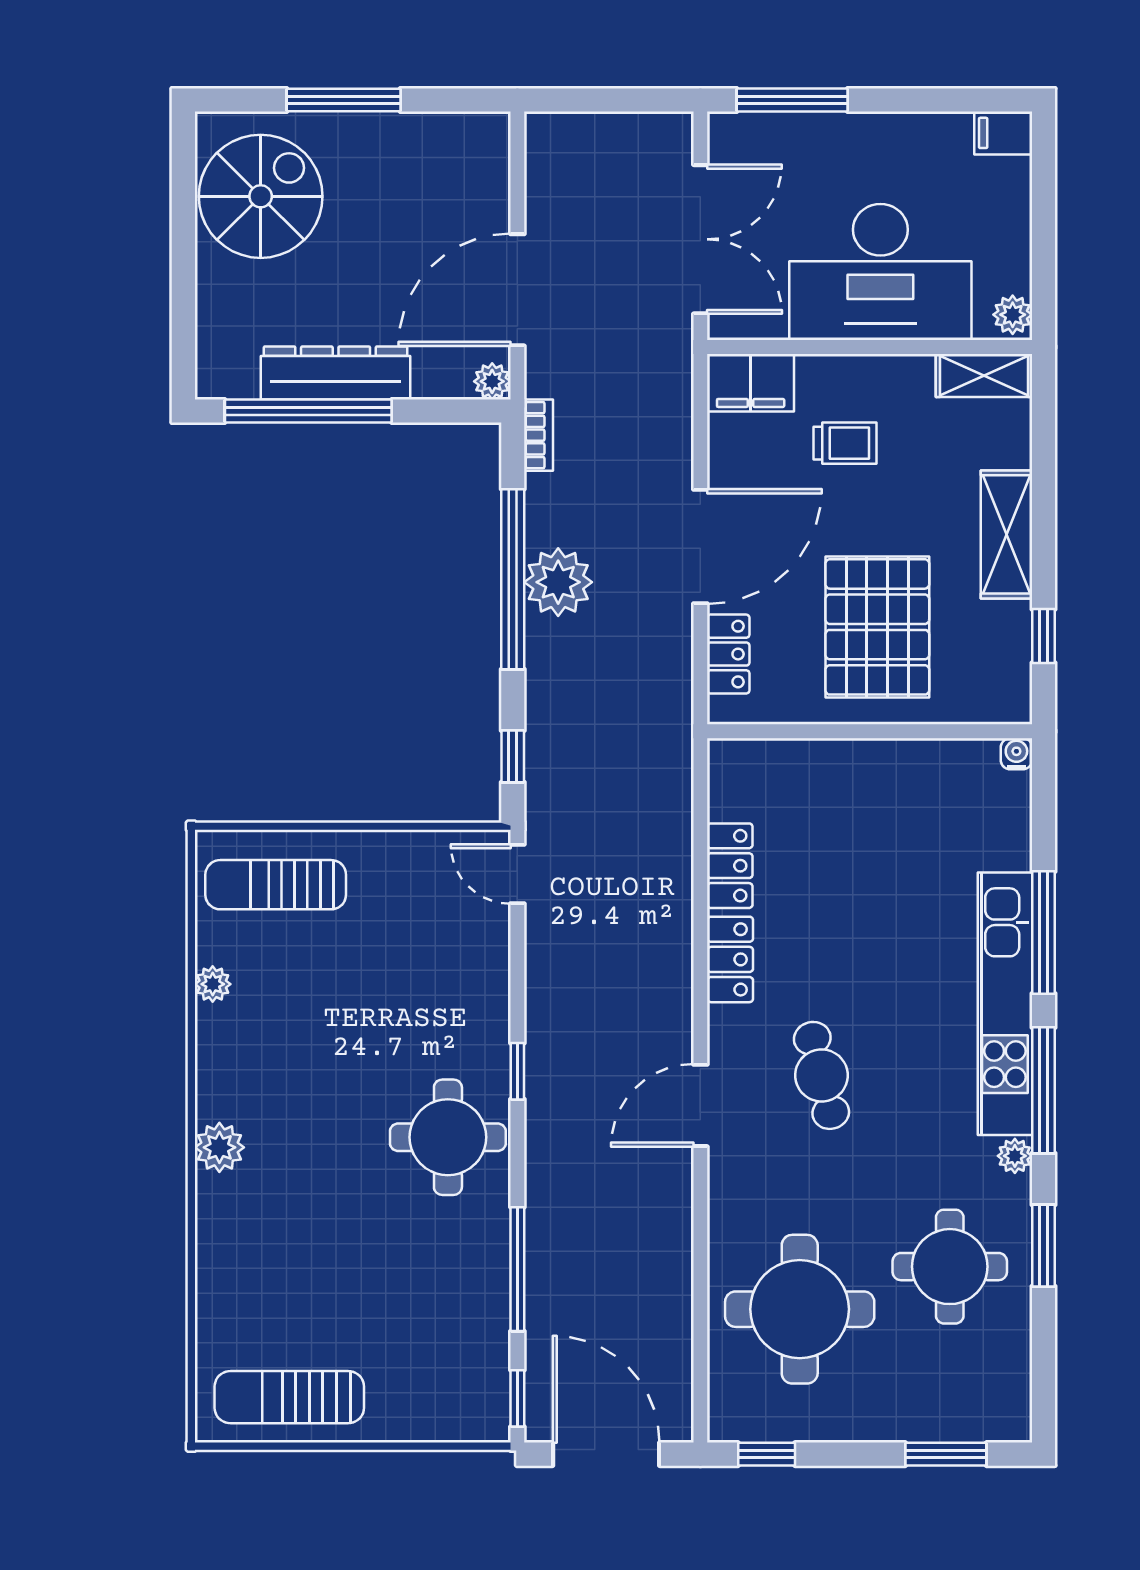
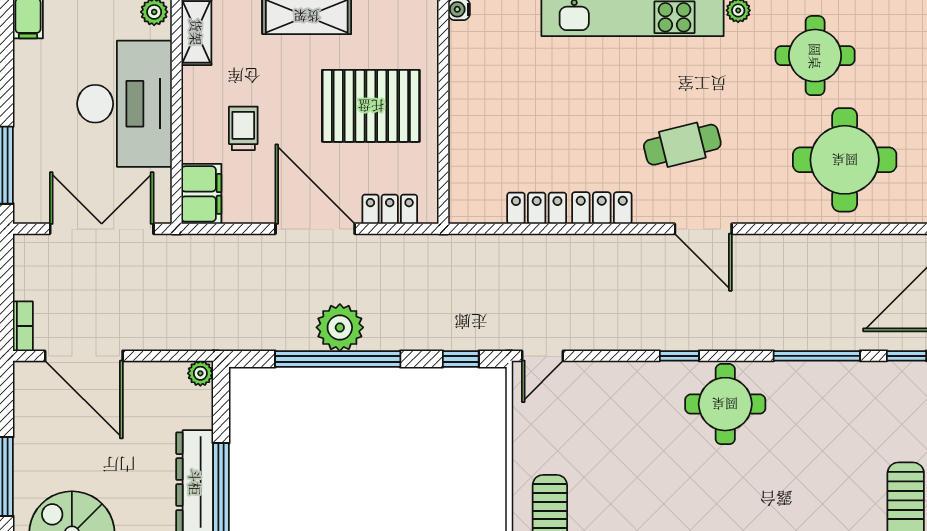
door: (517, 290) -> (84, 356), moved
bookcase: (539, 435) -> (23, 326), moved, turned 90

